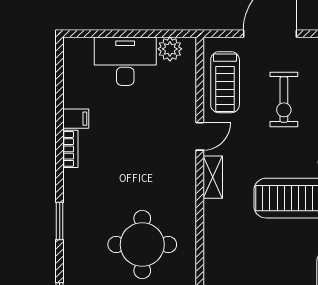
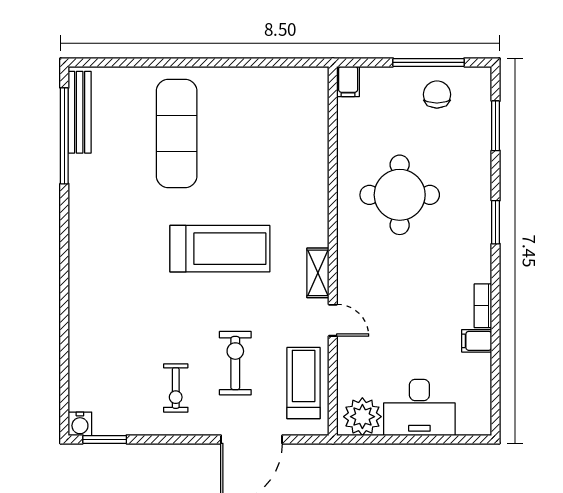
plant: (170, 49) -> (362, 417), width x1.36, depth x1.36
door: (200, 136) -> (333, 320), swing flipped

